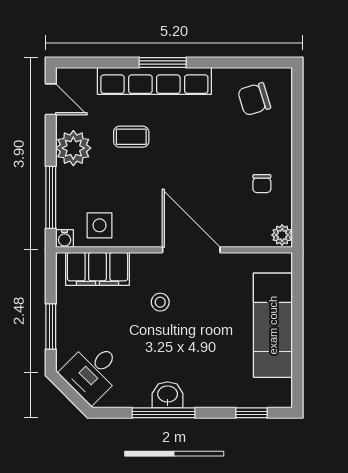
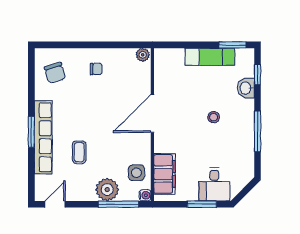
plant: (73, 148) -> (107, 190), moved
chair: (262, 184) -> (96, 69), moved
stool: (160, 302) -> (214, 117), moved
exam couch: (273, 325) -> (210, 57), width x0.73, depth x0.69
desk: (92, 372) -> (214, 184), moved, turned 45
window: (297, 374) -> (232, 45), added
washbasin: (168, 395) -> (246, 88), moved

